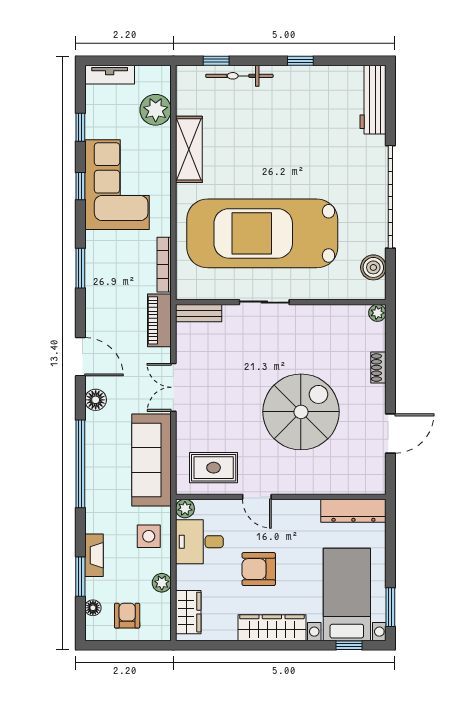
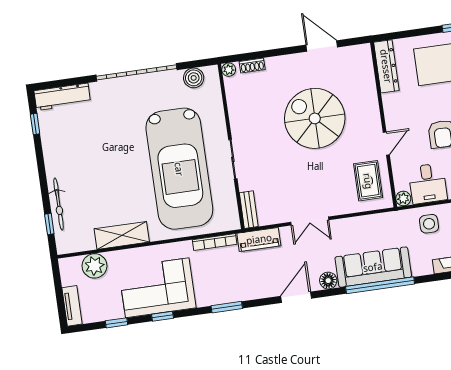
window: (300, 61) -> (35, 124), moved
shoe rack: (378, 368) -> (252, 65), moved
sofa: (152, 460) -> (373, 267), moved, turned 180

